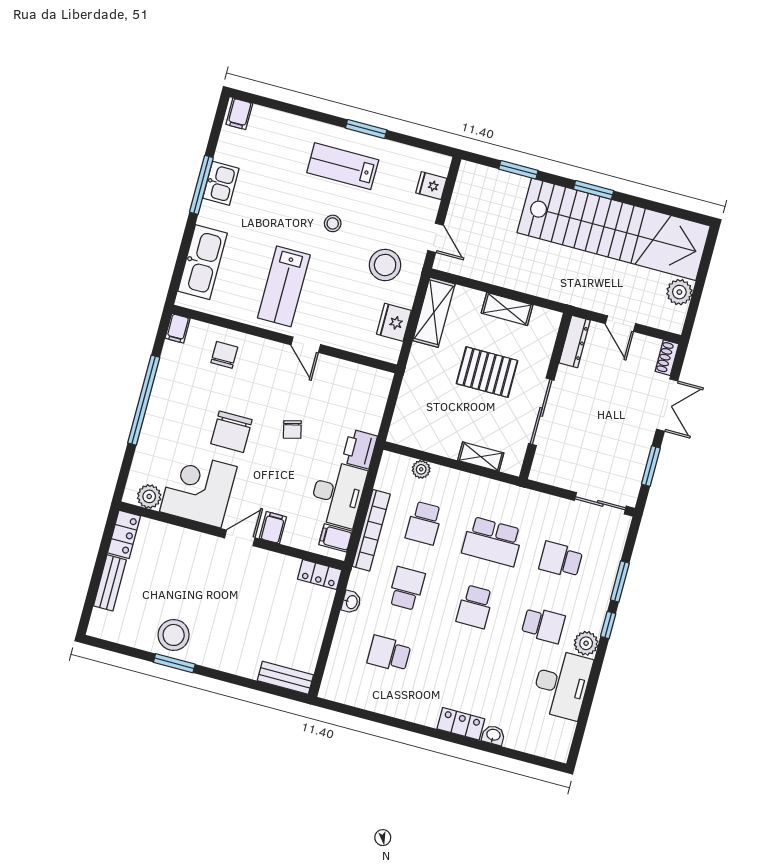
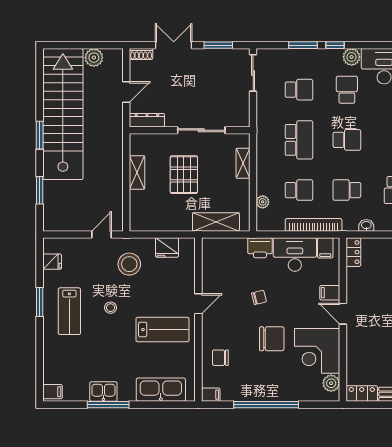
fridge: (431, 186) -> (52, 262), moved, turned -90
shelving: (434, 312) -> (216, 222), moved
school desk: (561, 560) -> (299, 90), turned -90

